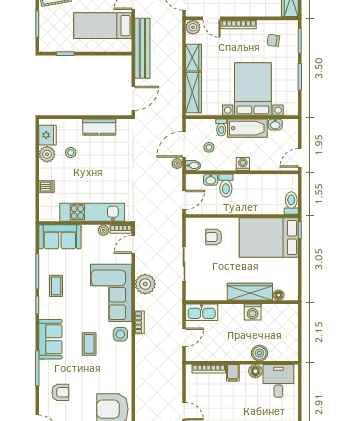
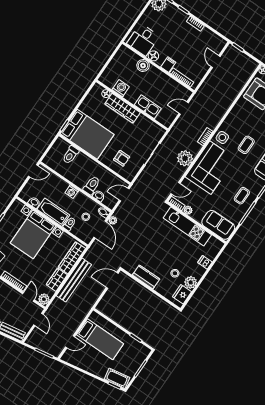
bench: (142, 48) -> (74, 280), moved
door: (184, 144) -> (100, 229), hinge flipped
toilet: (291, 203) -> (71, 155), moved
kitchen sink: (202, 312) -> (148, 107), moved
washing machine: (253, 312) -> (121, 88), moved

